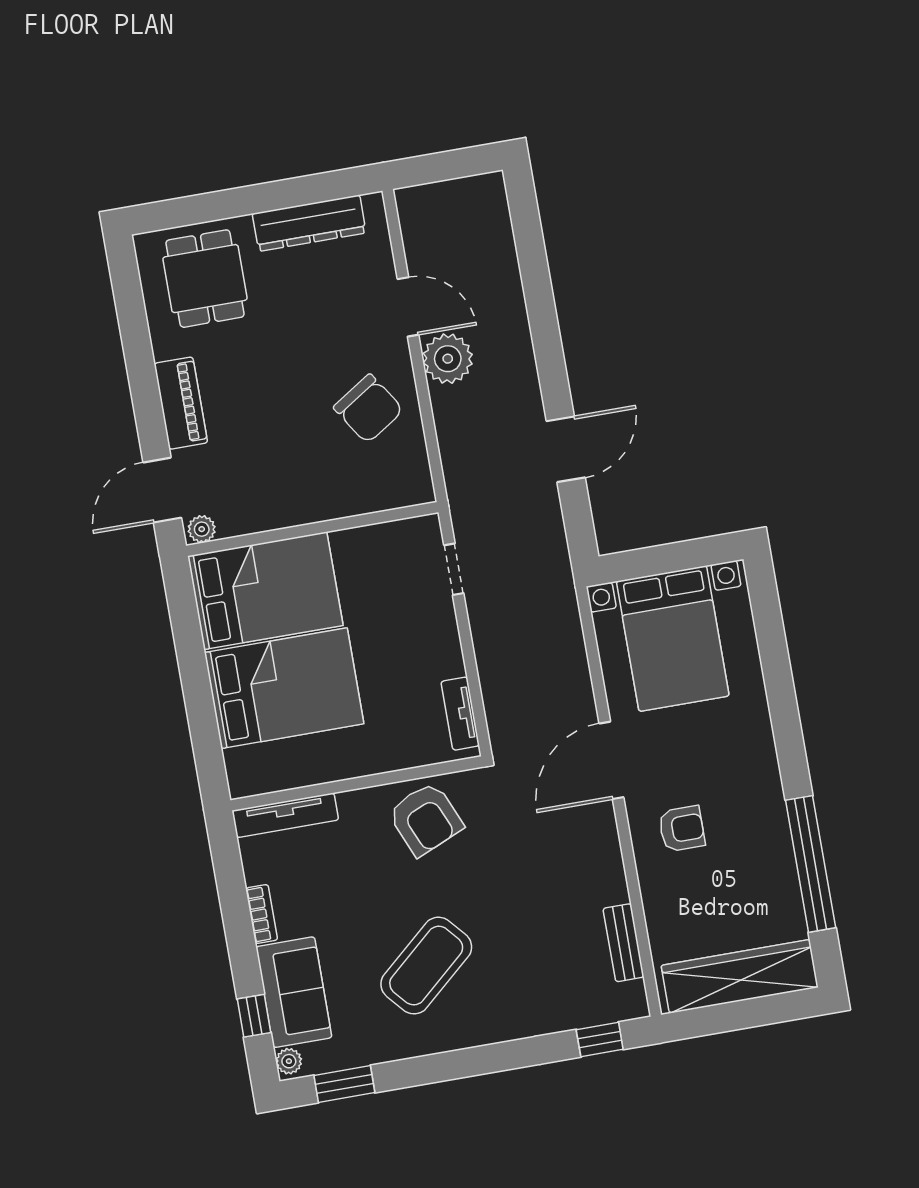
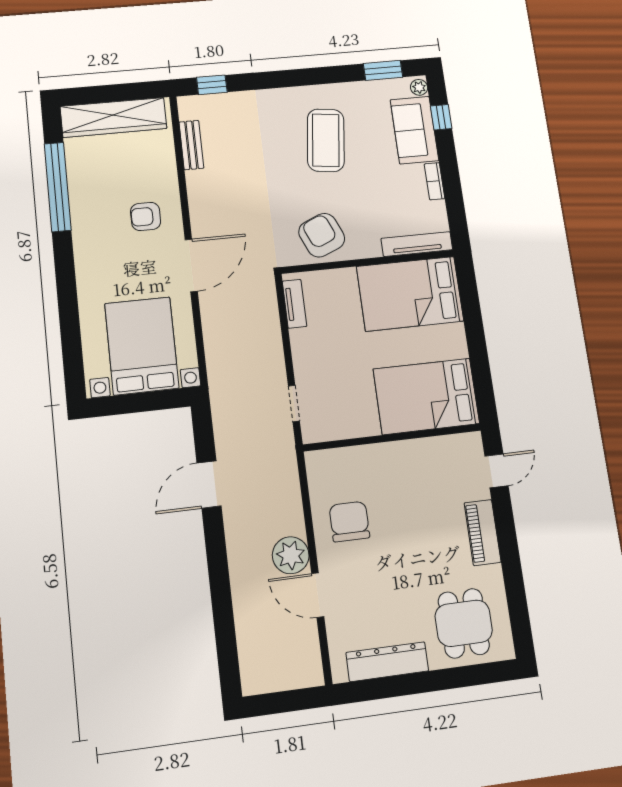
chair: (368, 409) -> (349, 522), turned 33
door: (162, 490) -> (496, 471), width x0.73
plant: (202, 529) -> (469, 442), removed
bed: (284, 688) -> (410, 294), moved
coffee table: (426, 966) -> (326, 140), turned -42

